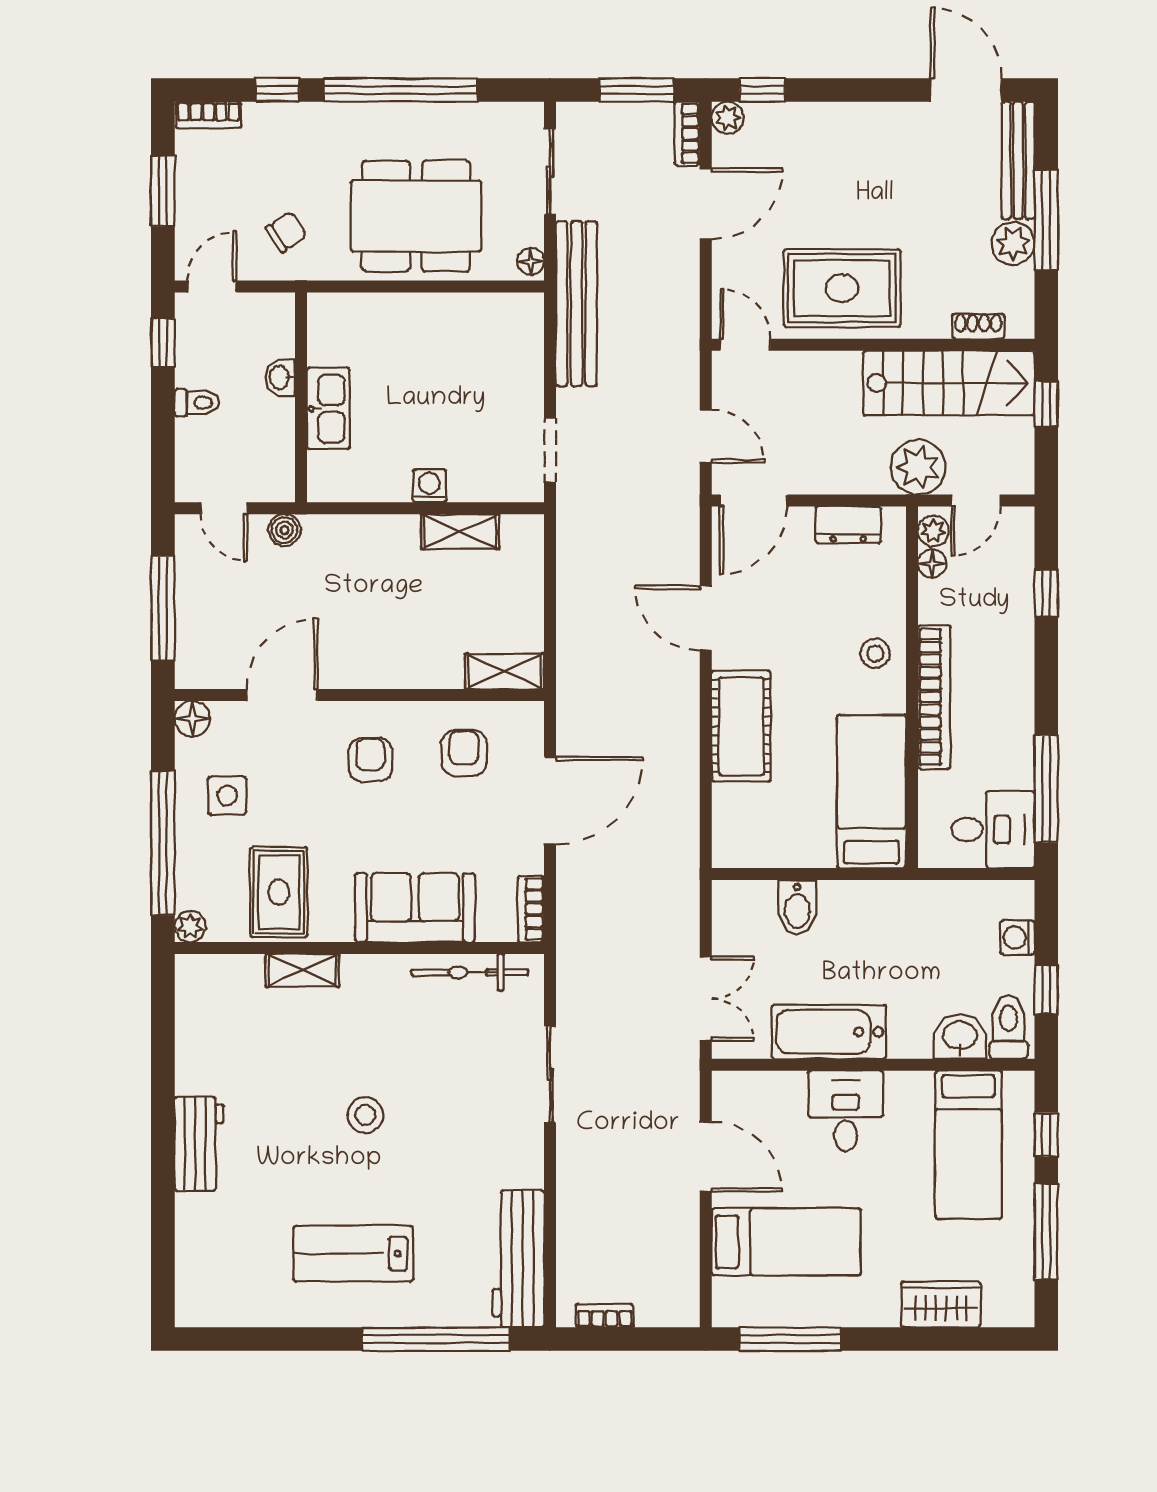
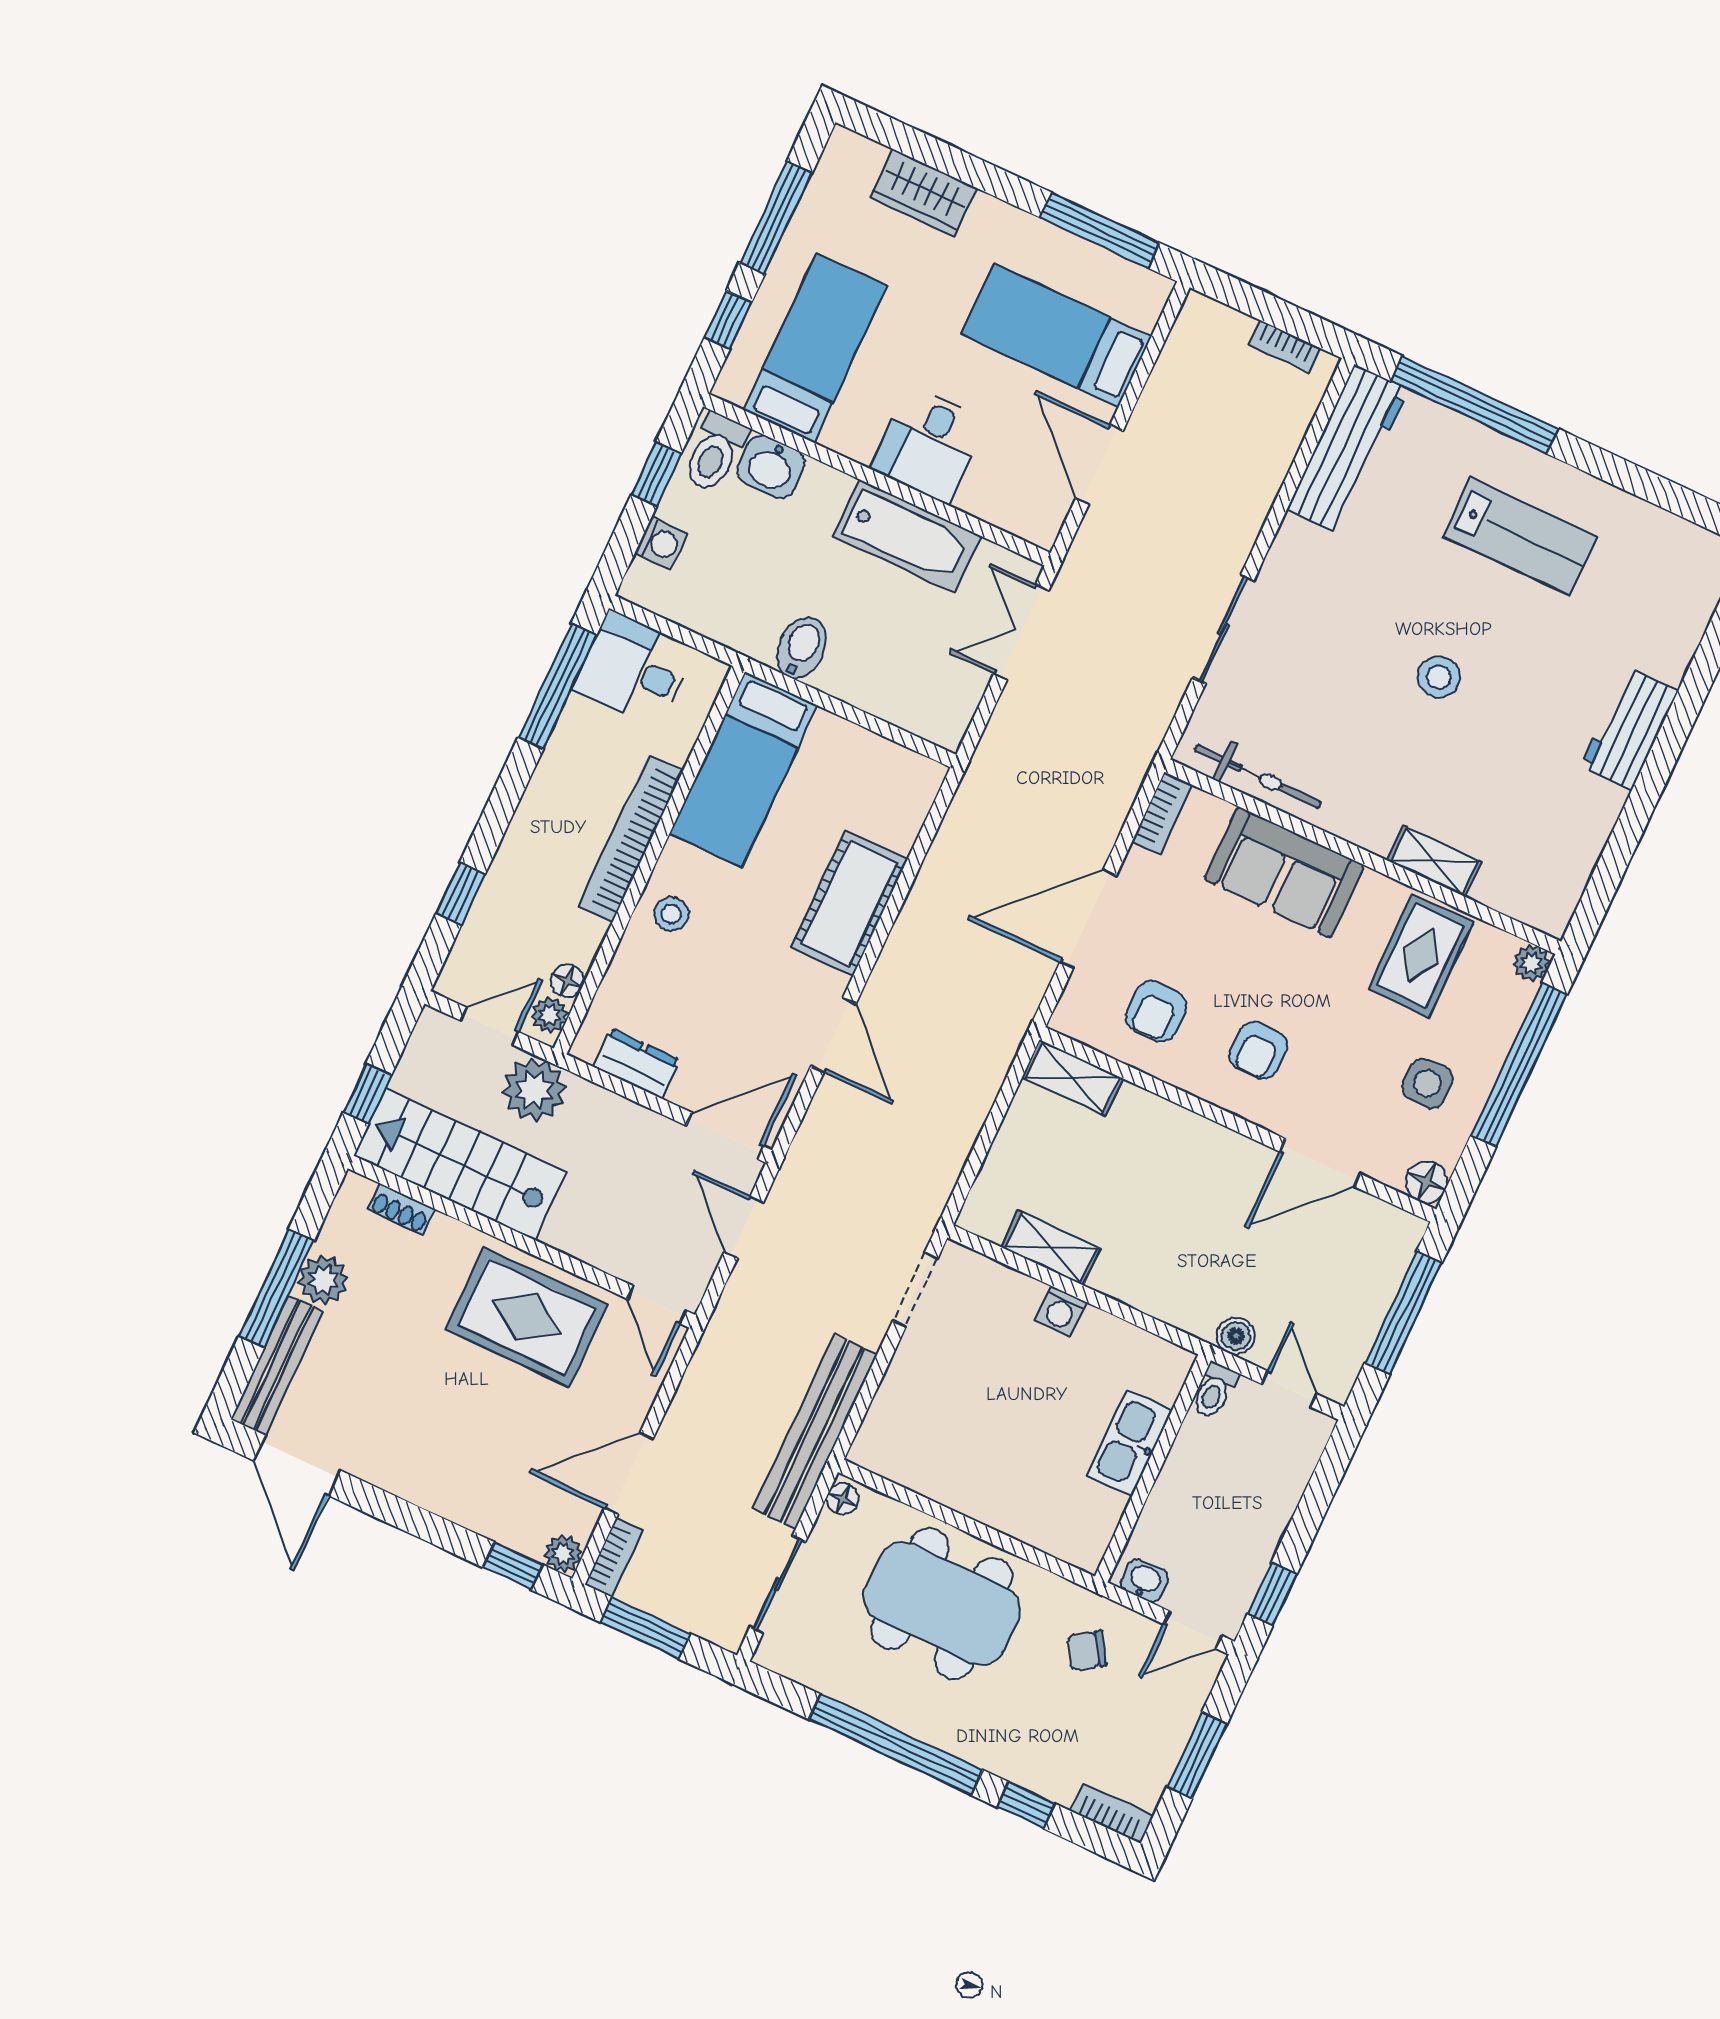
washbasin: (280, 377) -> (1144, 1581), moved, turned -90
toilet: (197, 403) -> (1214, 1390), moved, turned -90
bidet: (797, 907) -> (802, 647), moved

